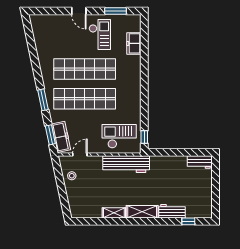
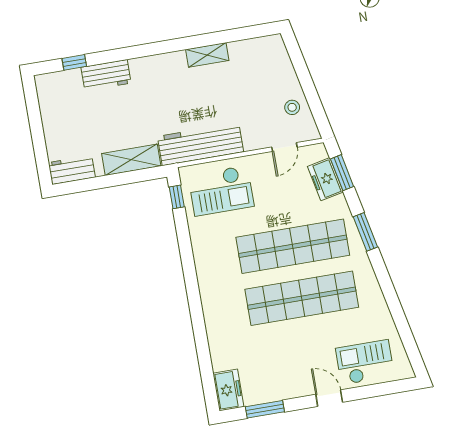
checkout: (100, 34) -> (365, 362), moved, turned 90
freezer: (134, 43) -> (228, 390), moved
freezer: (61, 137) -> (325, 179), width x0.71
shelving: (142, 212) -> (131, 160), moved

